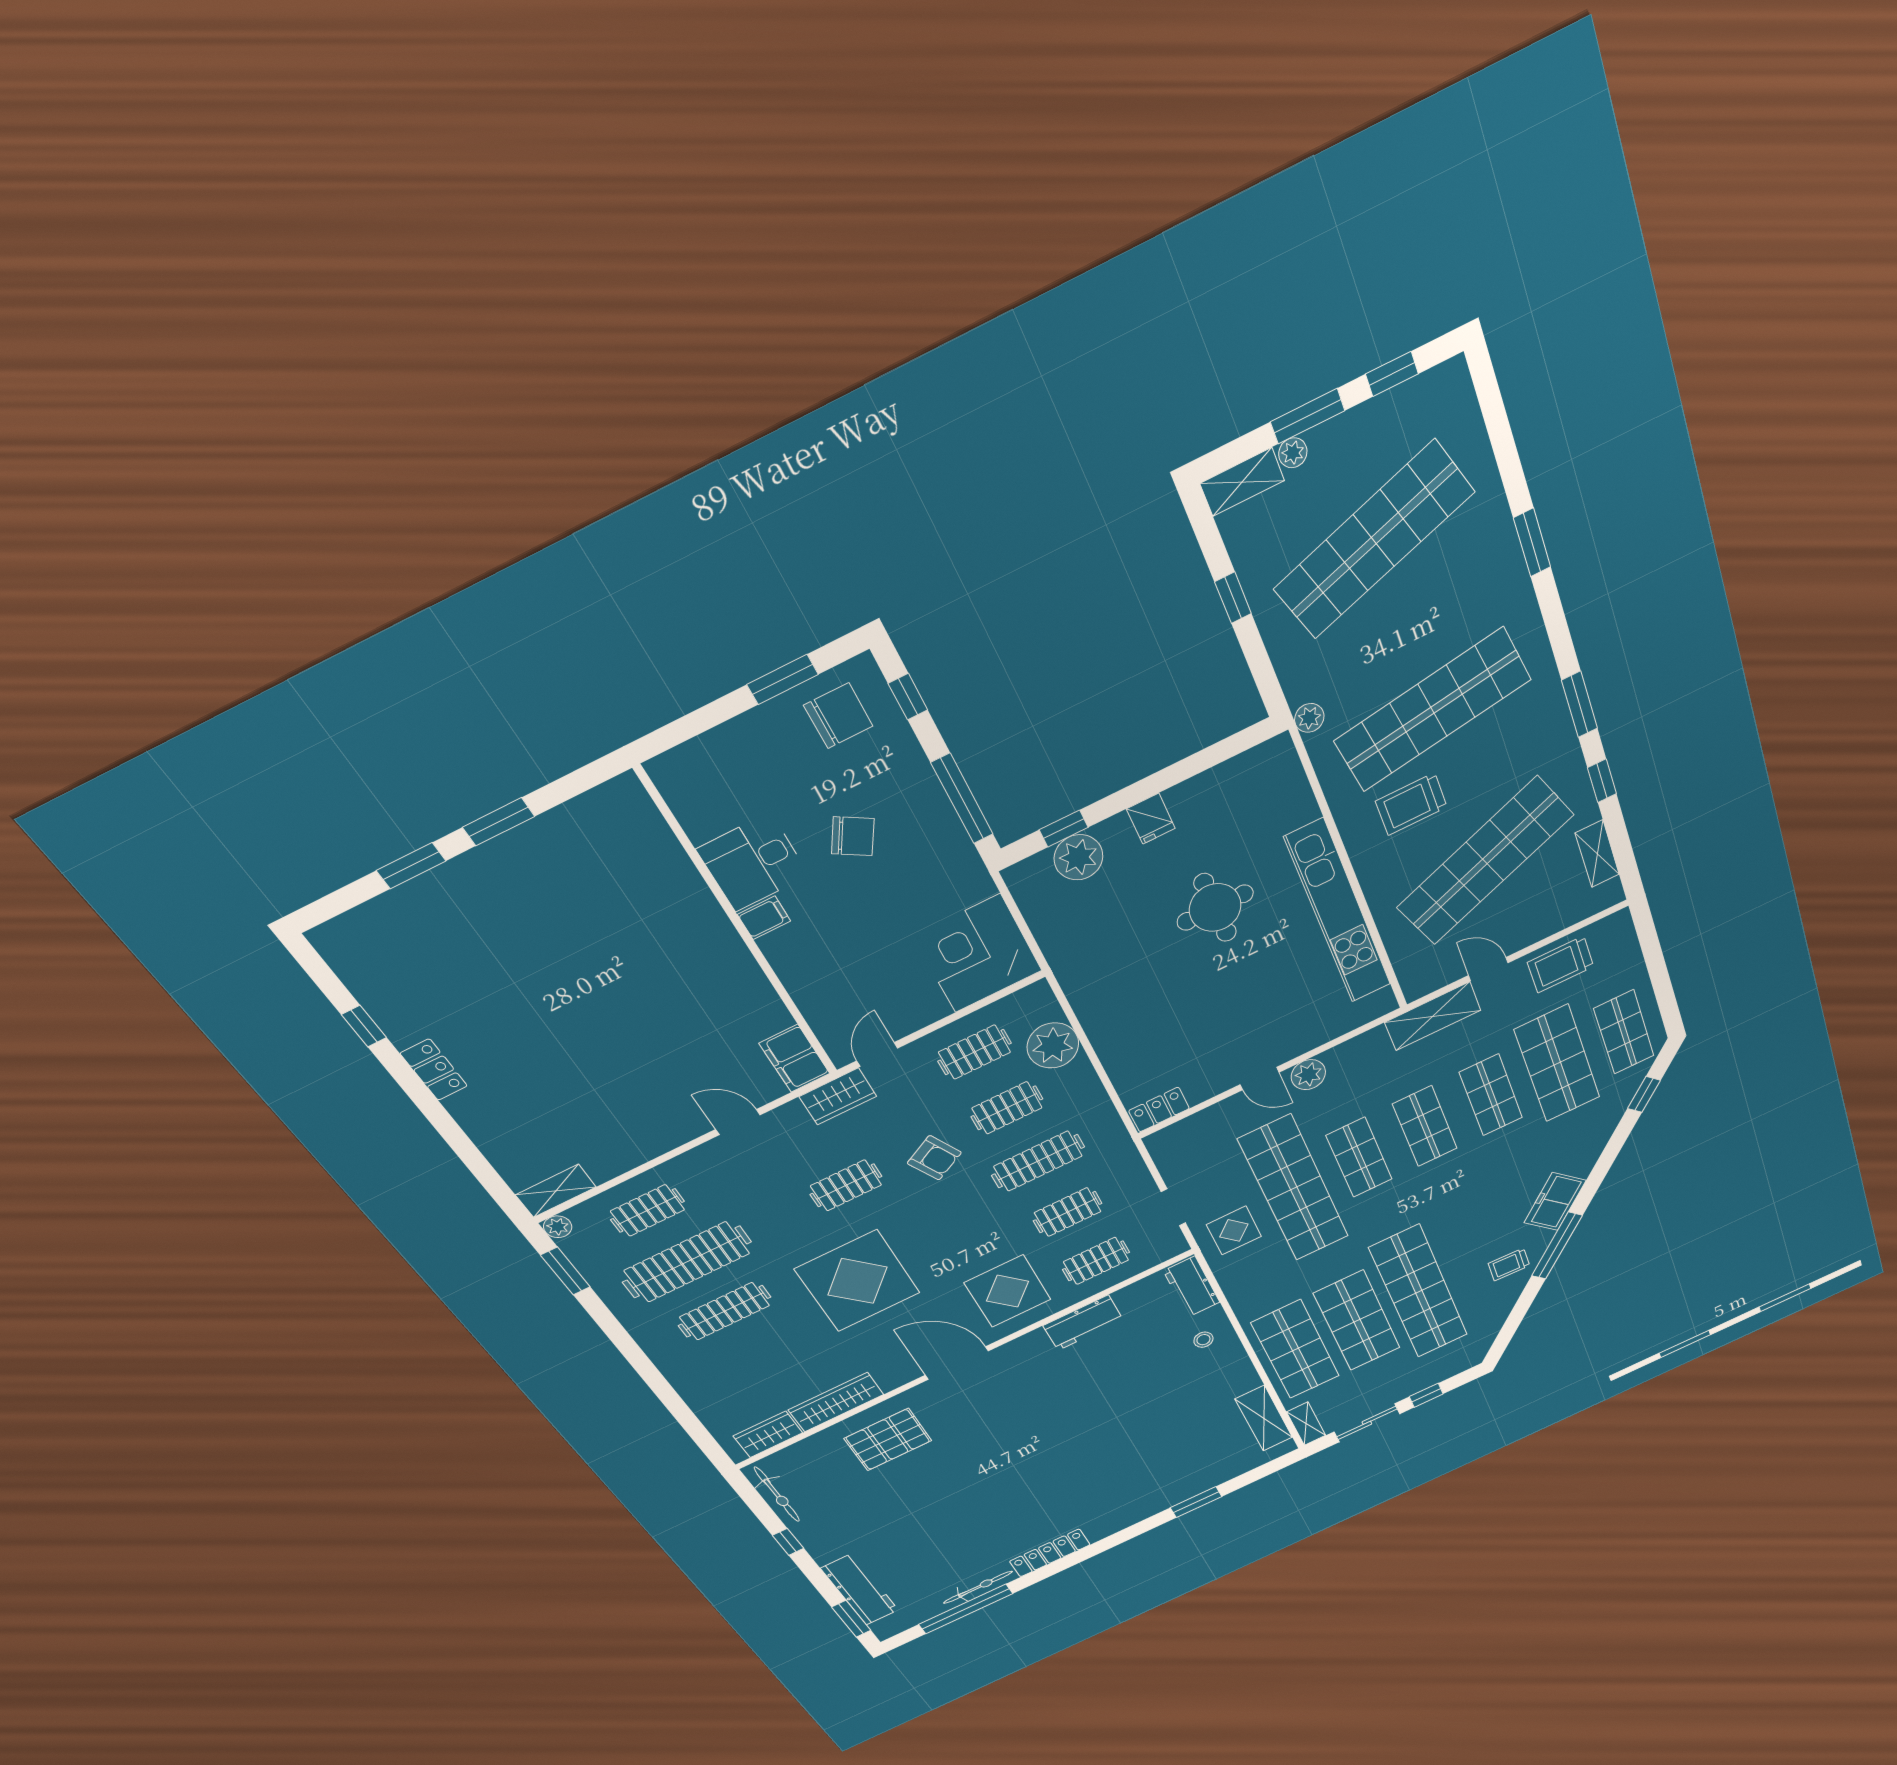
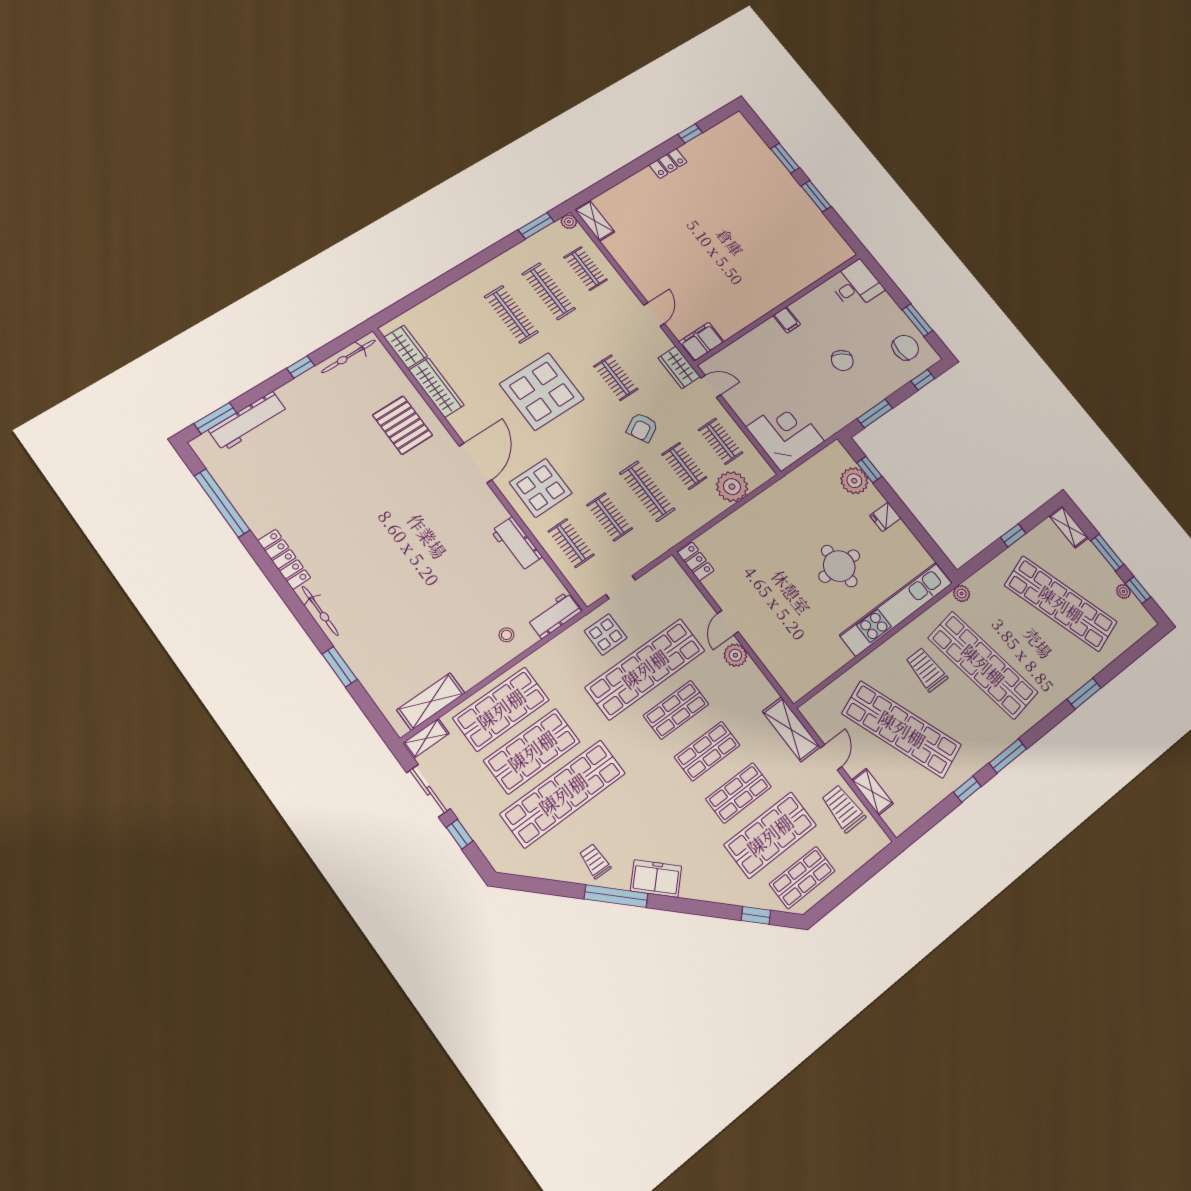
plant: (1293, 453) -> (1123, 591), moved
chair: (838, 716) -> (905, 348), turned -90
window: (962, 799) -> (875, 413), width x0.69
shelving: (1597, 854) -> (872, 792), moved, turned 90
desk: (753, 862) -> (856, 285), moved, turned 90
kitchen unit: (1338, 912) -> (896, 609), moved
clothes rail: (687, 1262) -> (549, 291), width x0.73, depth x0.76
bicycle: (978, 1587) -> (320, 611), moved

